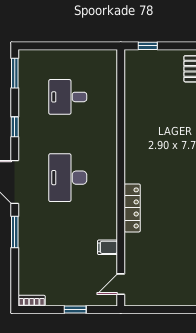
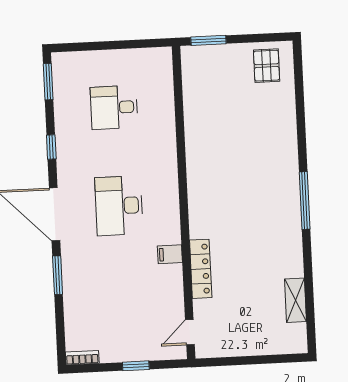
window: (148, 46) -> (208, 40), width x1.50
locker: (132, 208) -> (201, 269), moved
filing cabinet: (108, 247) -> (170, 254), moved

